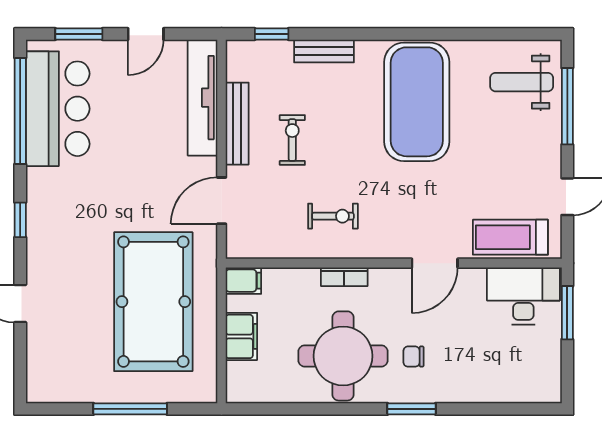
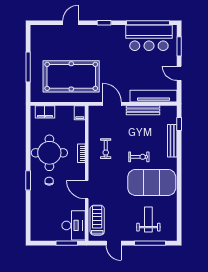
bench: (324, 51) -> (172, 141), width x1.36
weight bench: (522, 82) -> (148, 220), moved
exercise bike: (292, 140) -> (139, 157), moved
filing cabinet: (241, 336) -> (45, 112), moved

